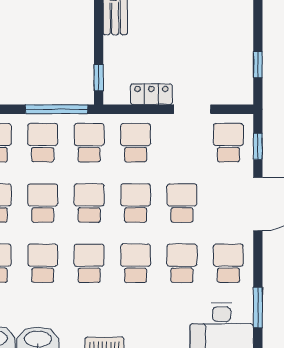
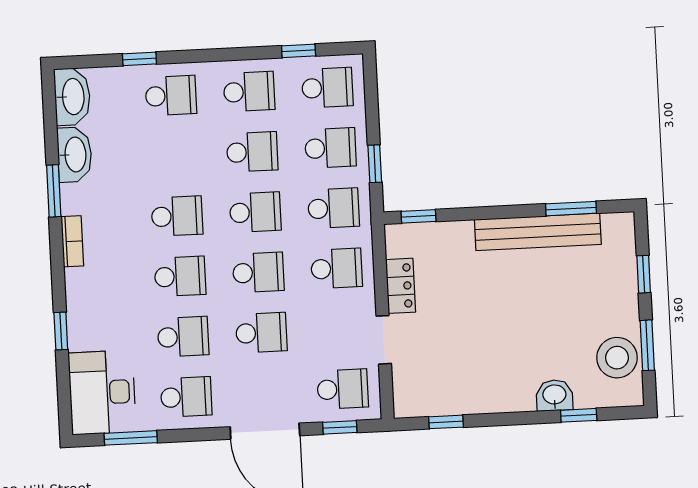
window: (57, 109) -> (375, 164), width x0.46
school desk: (43, 263) -> (174, 156), removed

